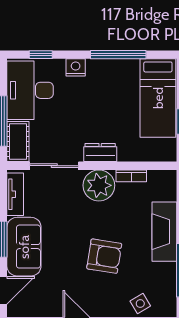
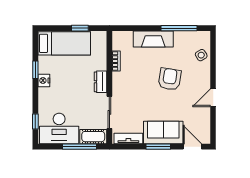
window: (118, 55) -> (35, 70), width x0.46
nightstand: (76, 67) -> (44, 81), moved
plant: (99, 185) -> (123, 83), removed

